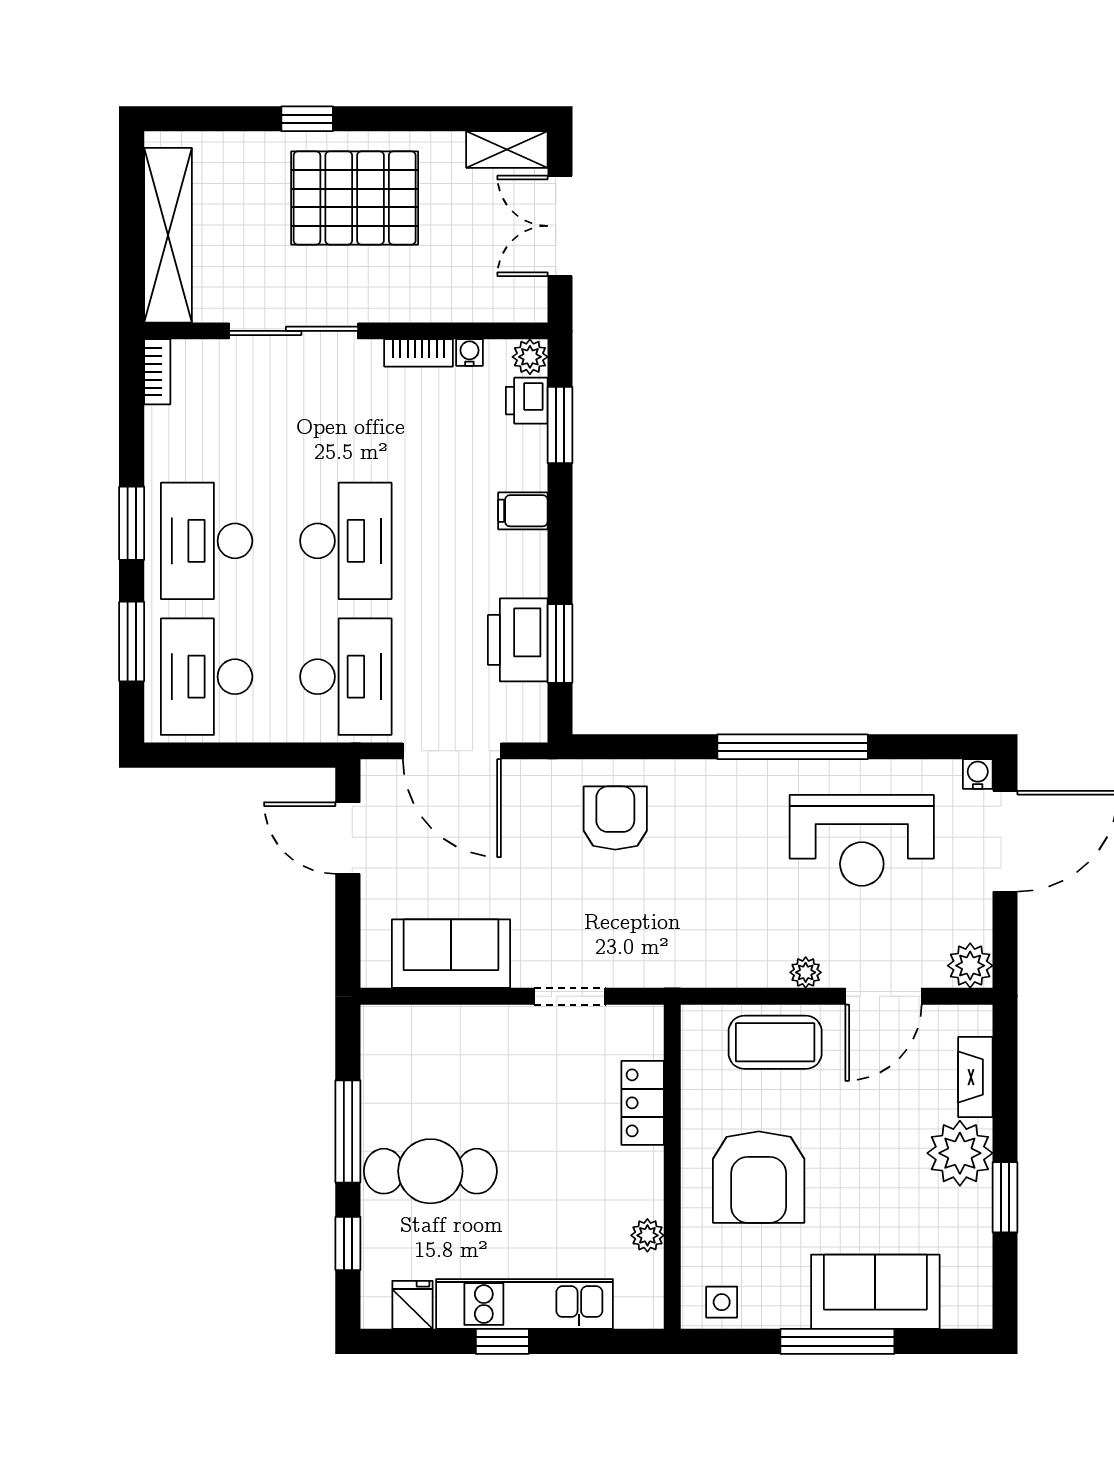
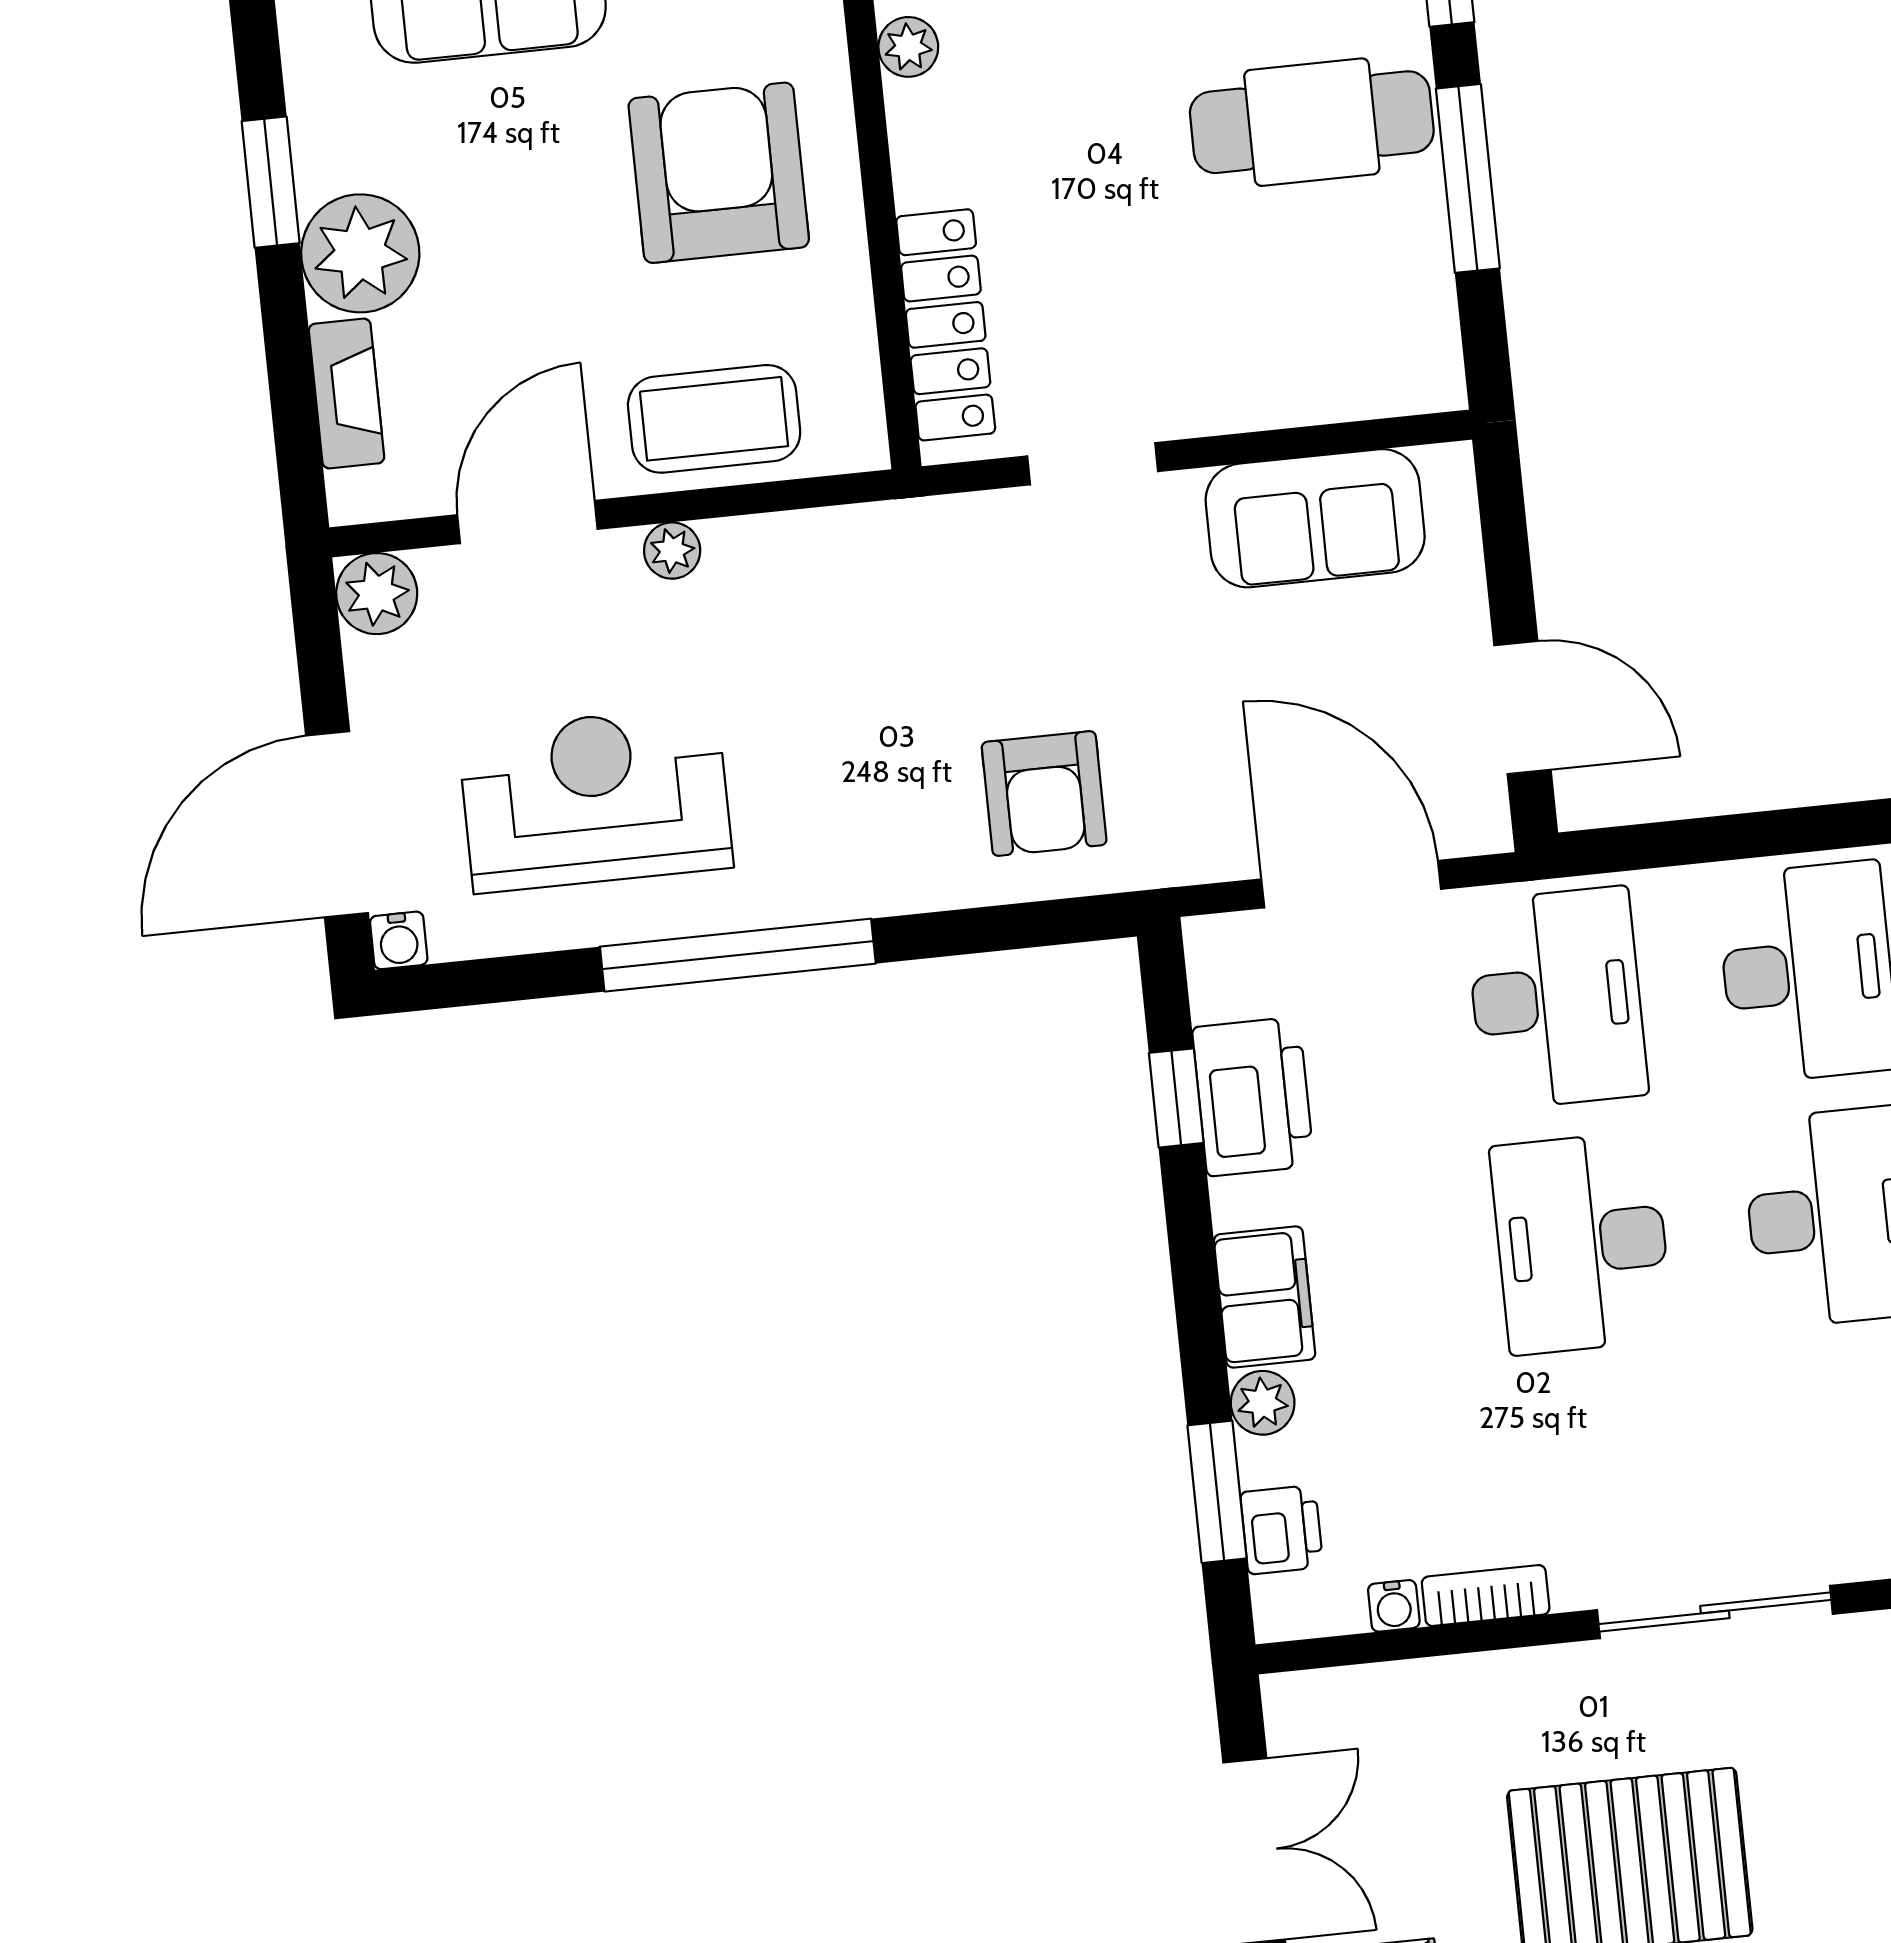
plant: (530, 357) -> (1263, 1403), moved
filing cabinet: (523, 511) -> (1265, 1297), width x2.00
window: (560, 644) -> (1176, 1098), width x0.67
desk: (346, 677) -> (1556, 998), turned 180
locker: (643, 1103) -> (946, 325), width x1.53

